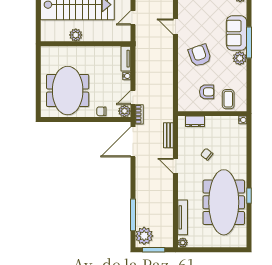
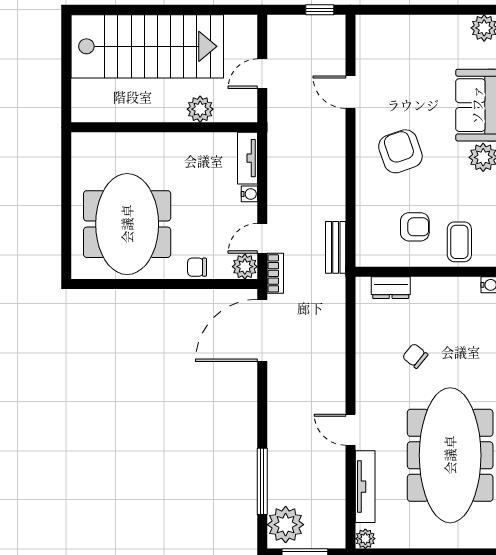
plant: (76, 35) -> (200, 109), moved
bench: (168, 135) -> (336, 247), moved
door: (176, 166) -> (350, 430), moved

